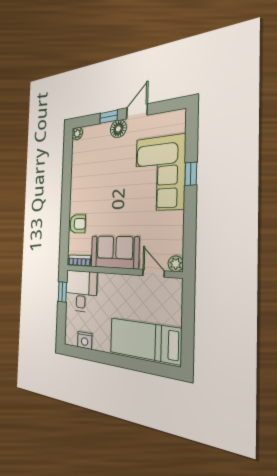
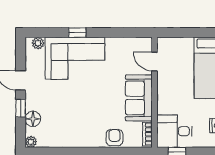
floor lamp: (118, 129) -> (33, 119), moved
plant: (176, 264) -> (38, 43), moved
door: (153, 273) -> (155, 62), hinge flipped

